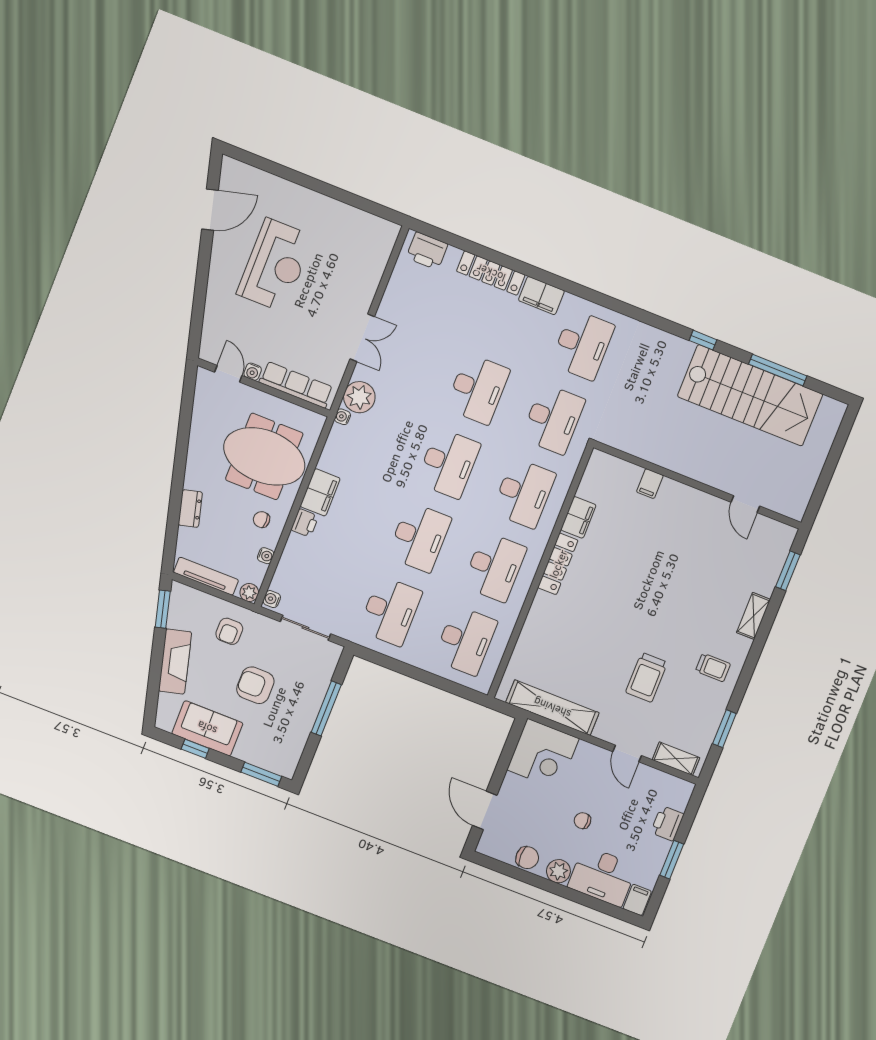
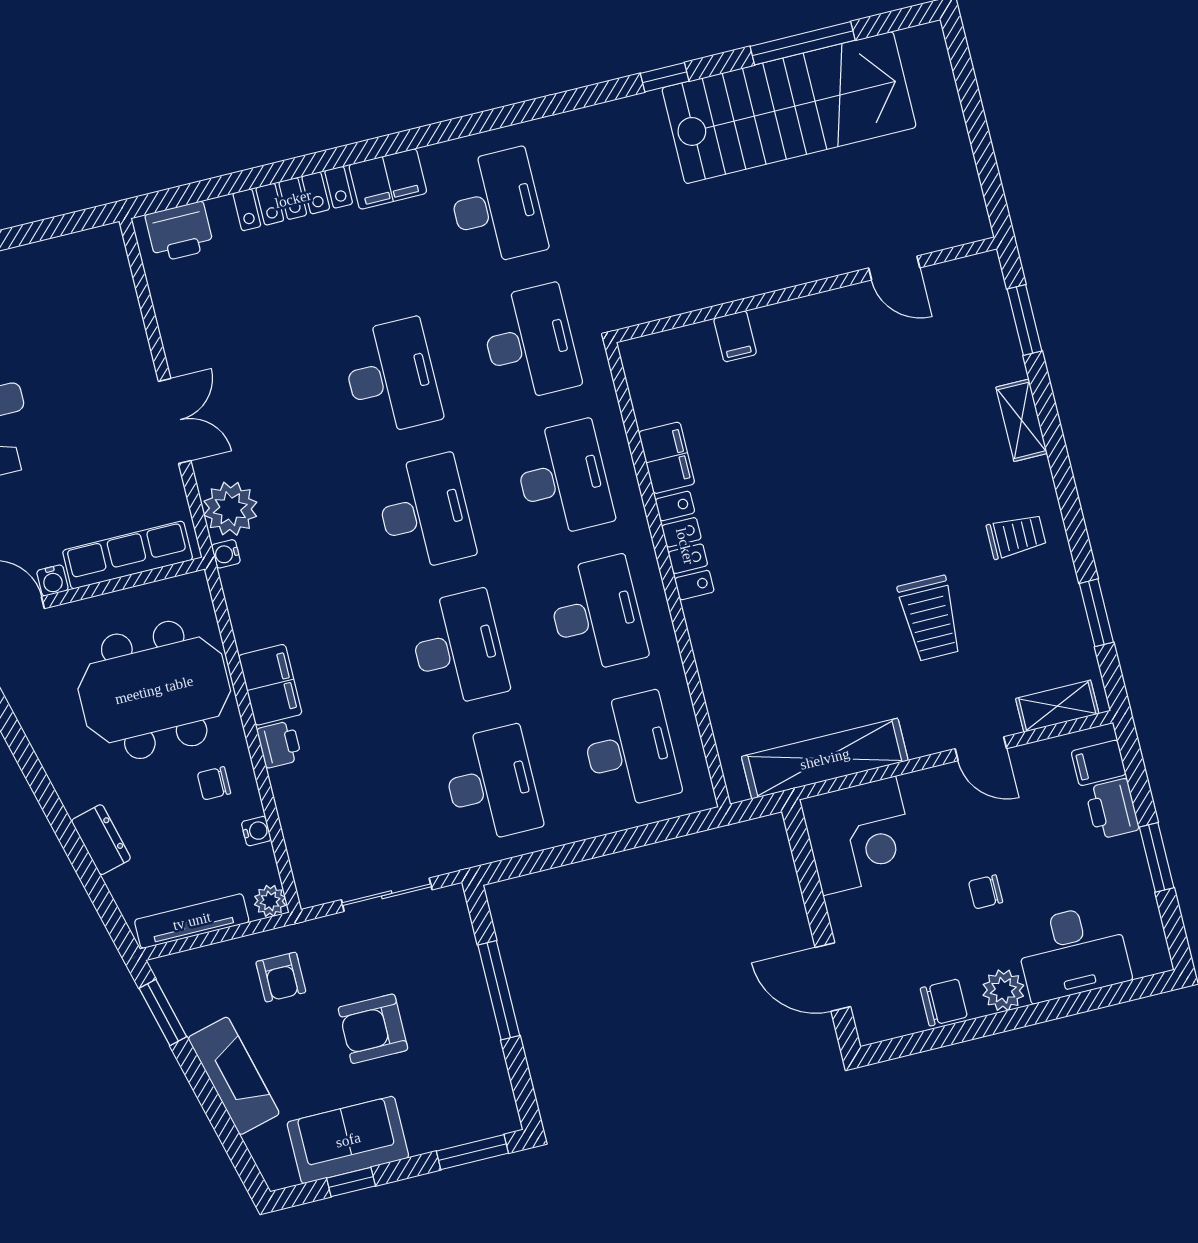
water cooler: (272, 599) -> (309, 887), removed
filing cabinet: (637, 900) -> (1099, 763), moved, turned -90

